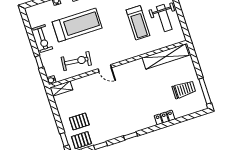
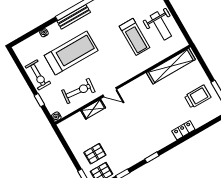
shelving: (61, 89) -> (93, 109), moved

